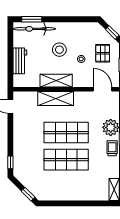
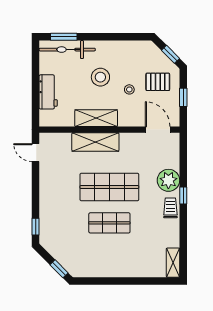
pallet: (103, 53) -> (158, 82), turned 90
shop shelf: (66, 160) -> (109, 223), width x0.70, depth x0.74

